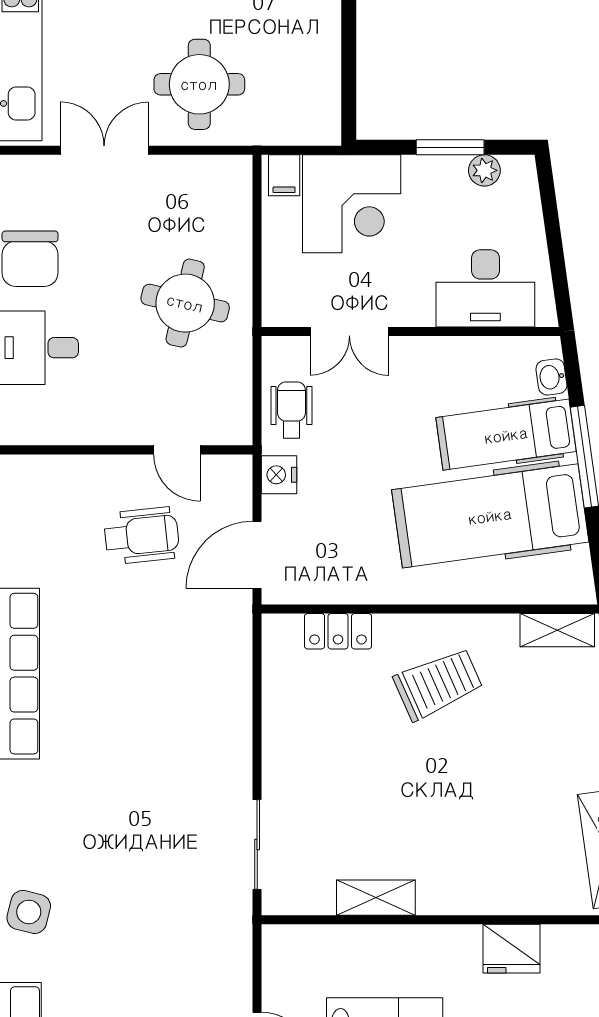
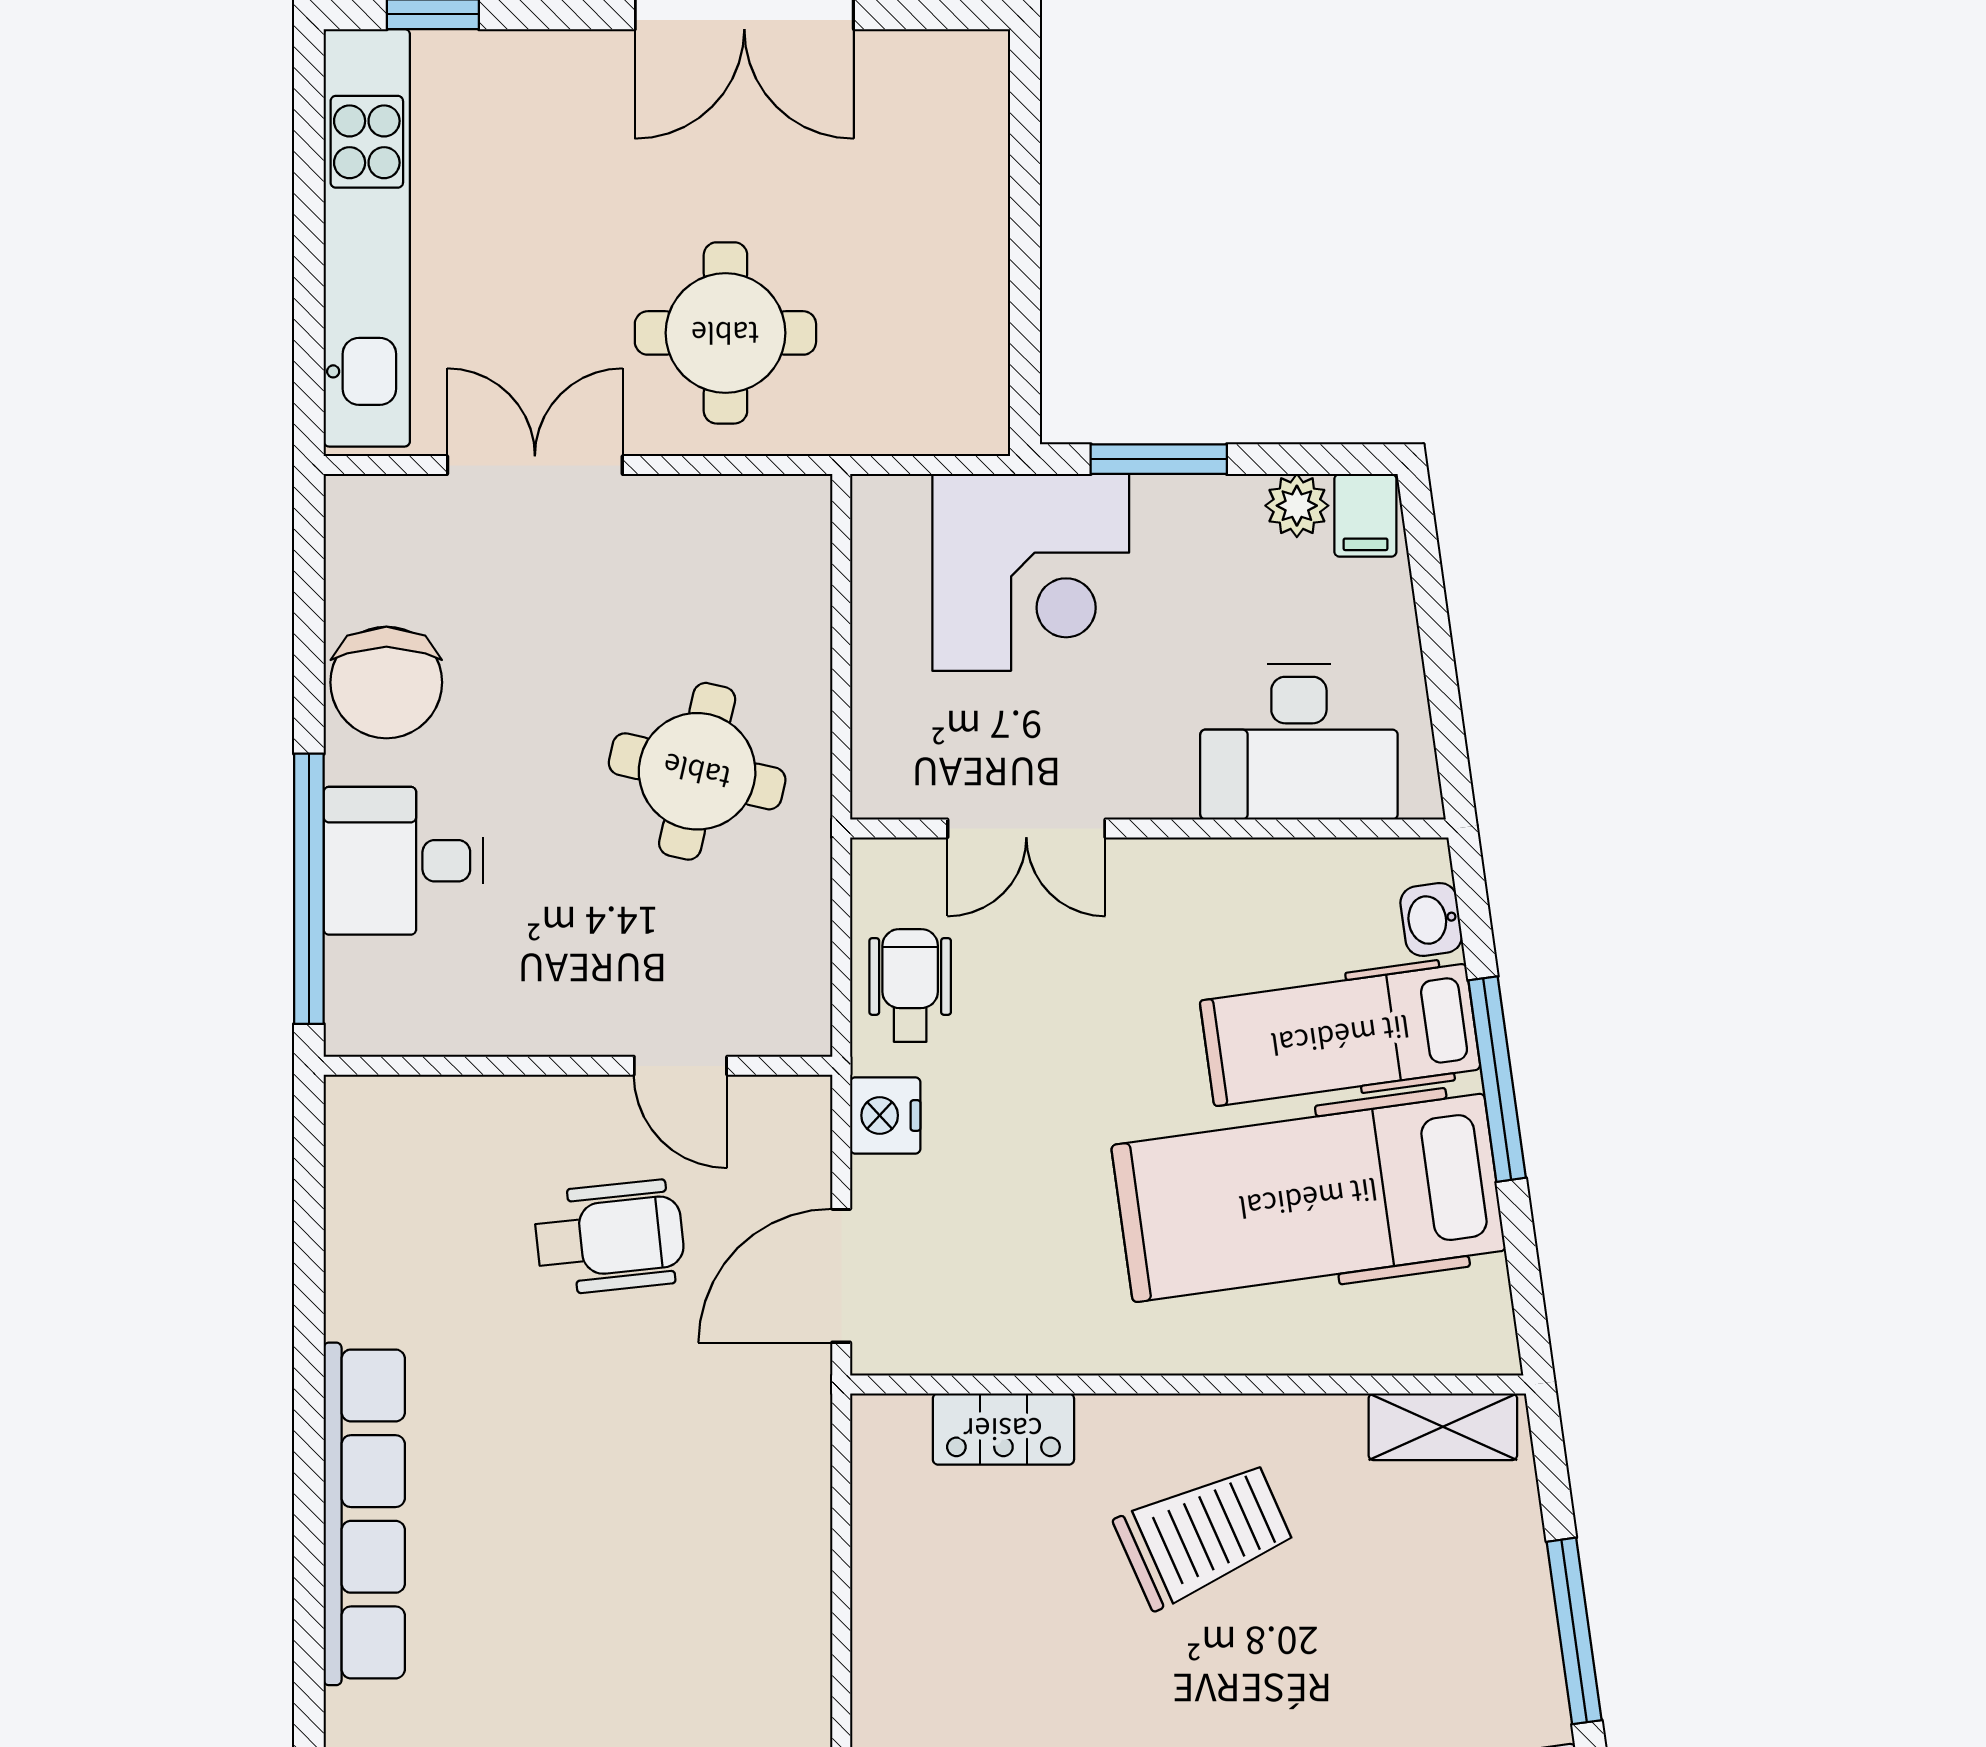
window: (450, 147) -> (1159, 459), moved
filing cabinet: (284, 175) -> (1365, 515), moved

